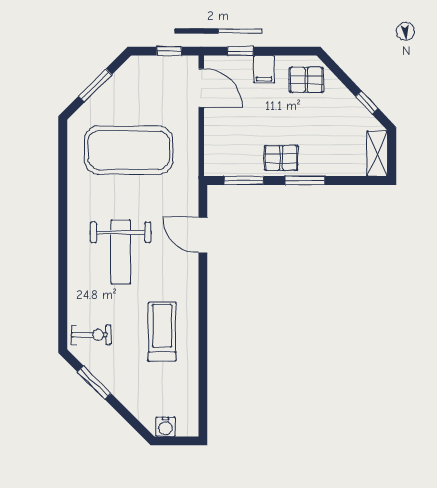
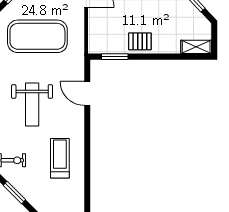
shelving: (377, 153) -> (196, 47), moved, turned 90
window: (305, 180) -> (156, 57), removed

